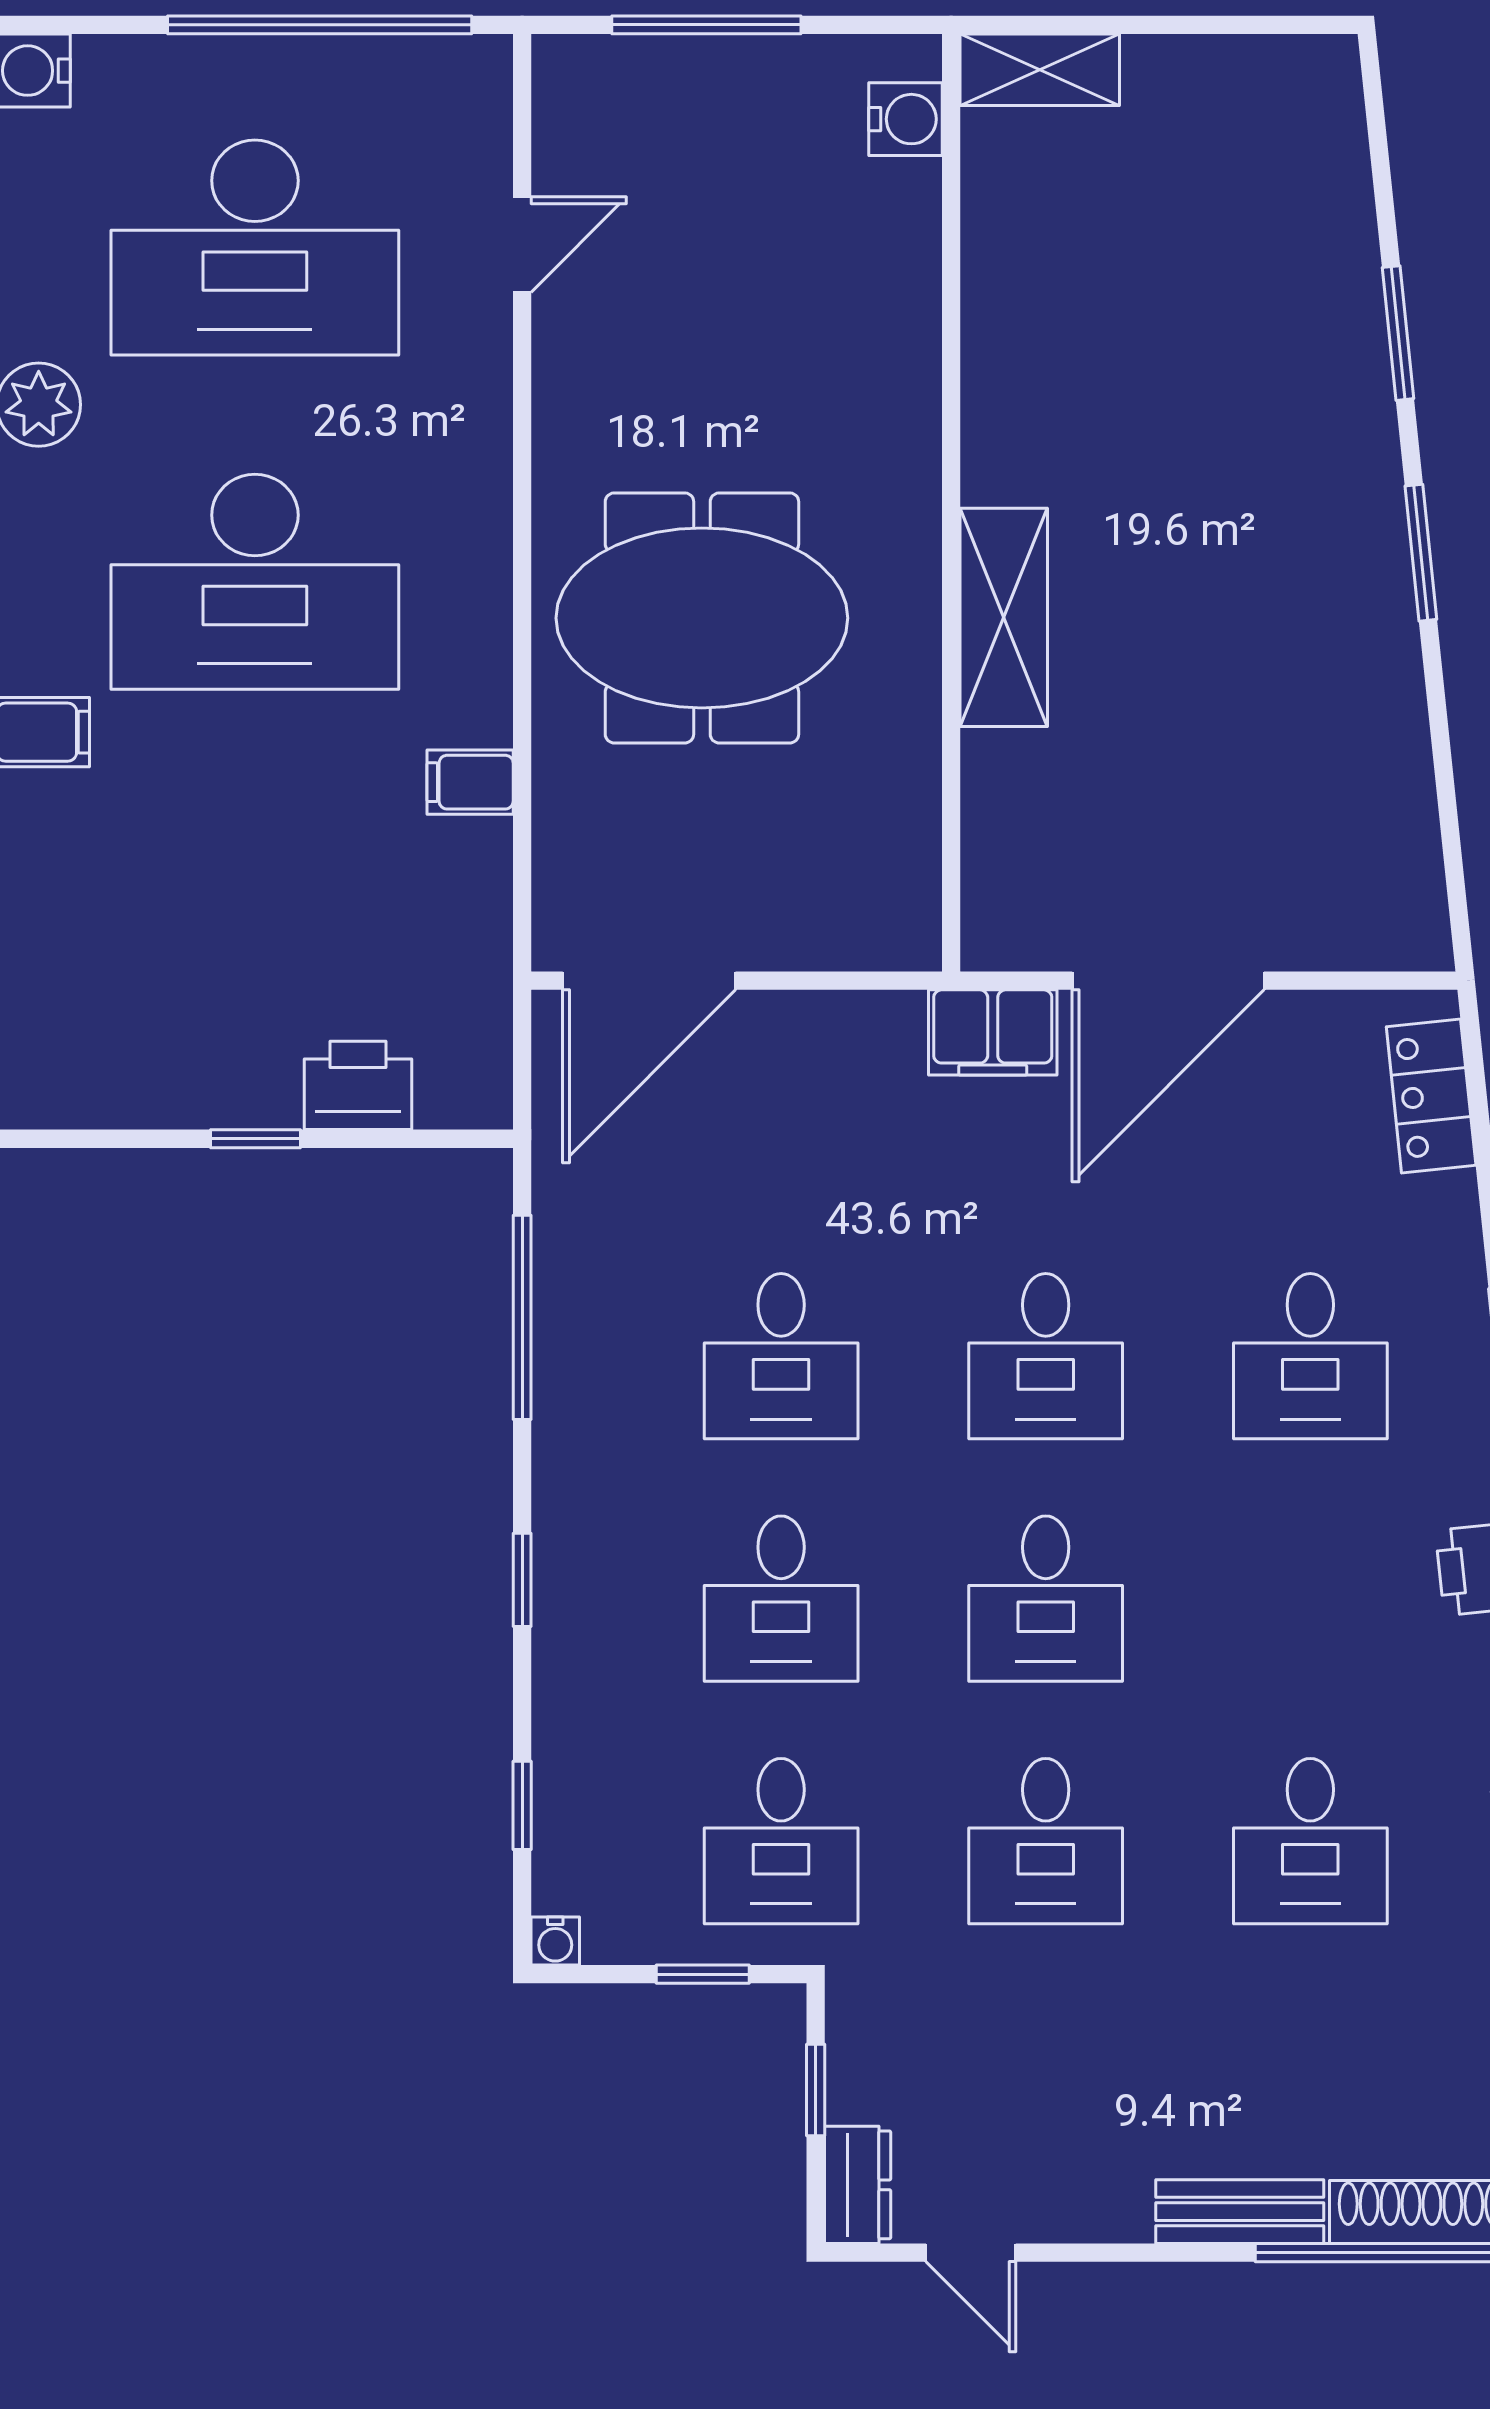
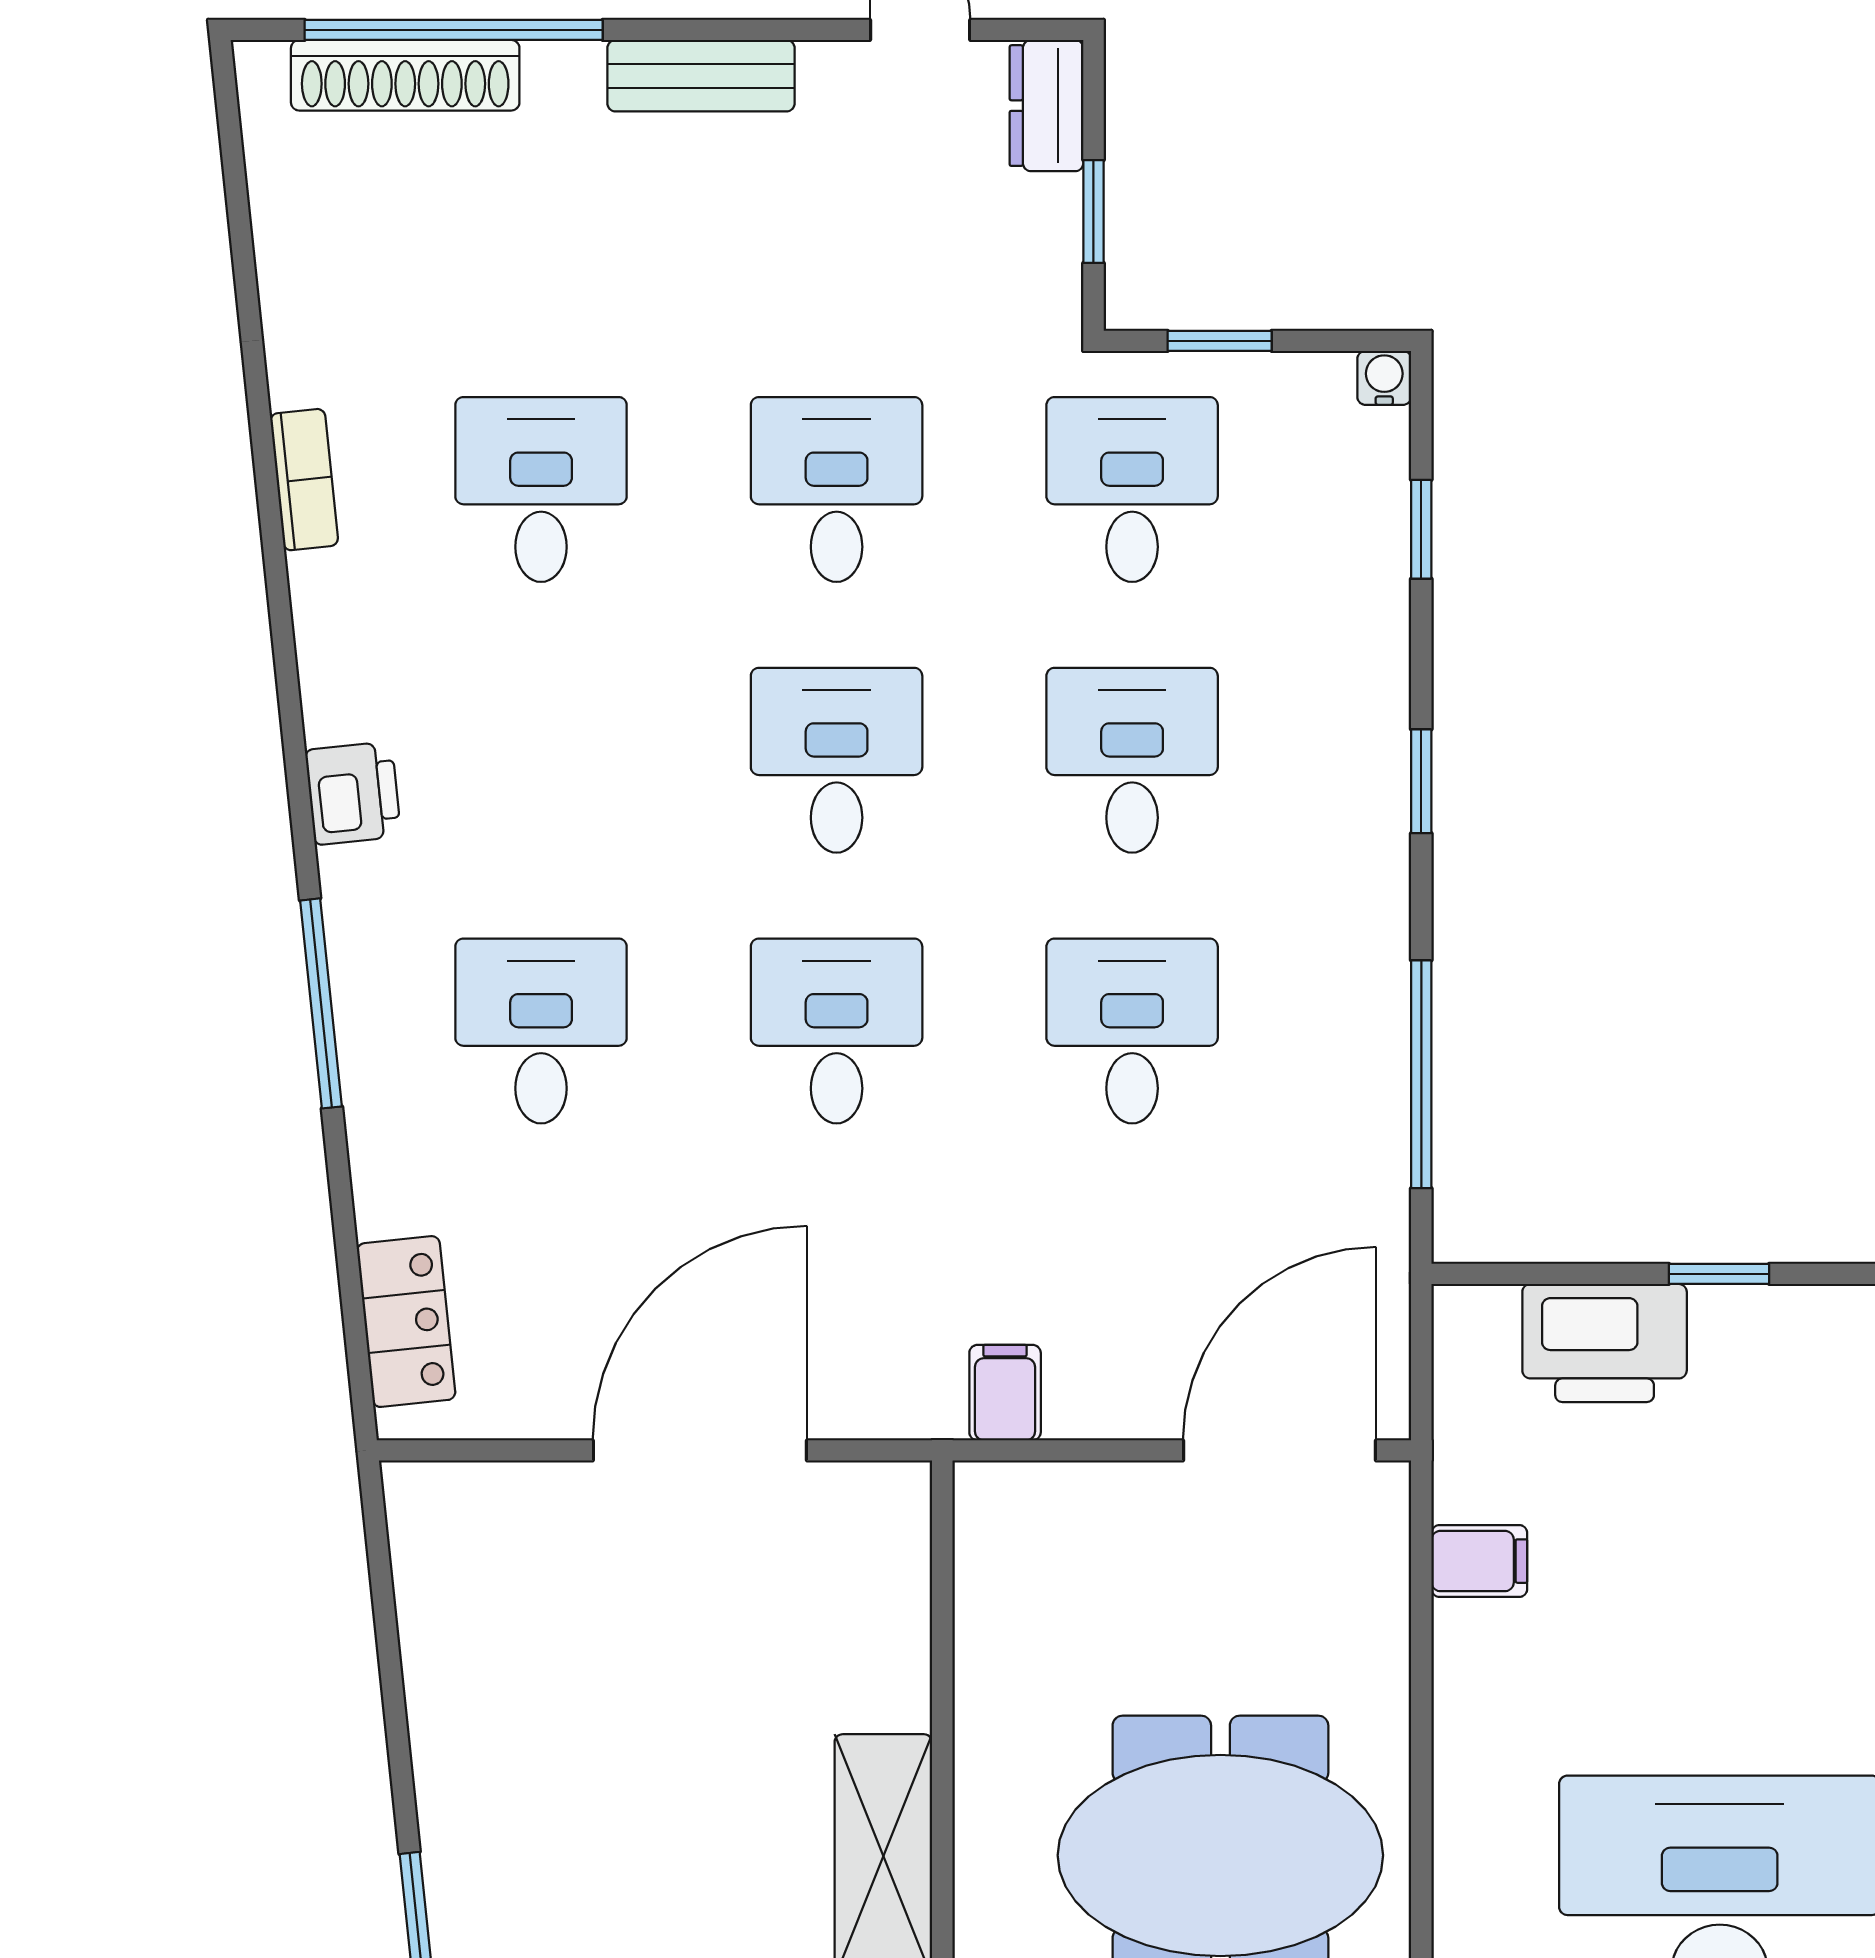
filing cabinet: (470, 782) -> (1479, 1561), moved
filing cabinet: (993, 1032) -> (1005, 1393), moved, width x0.50
printer: (358, 1085) -> (1605, 1343), width x1.37, depth x1.19
bench: (1240, 2212) -> (701, 76), moved

